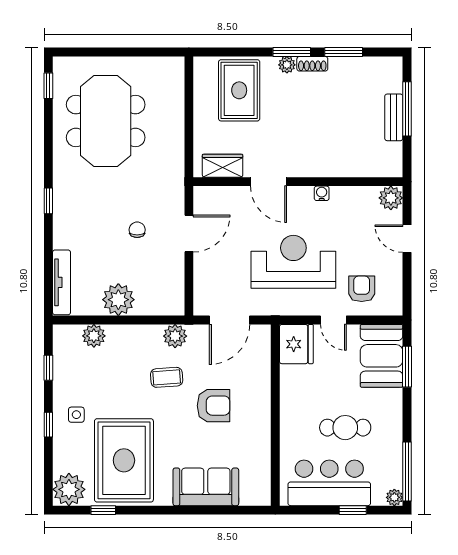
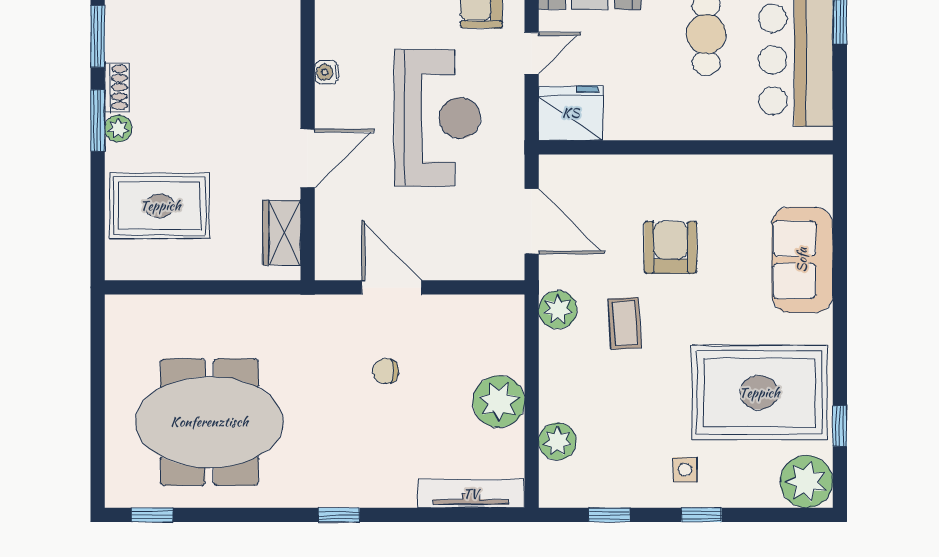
reception desk: (293, 262) -> (437, 118), turned 180

